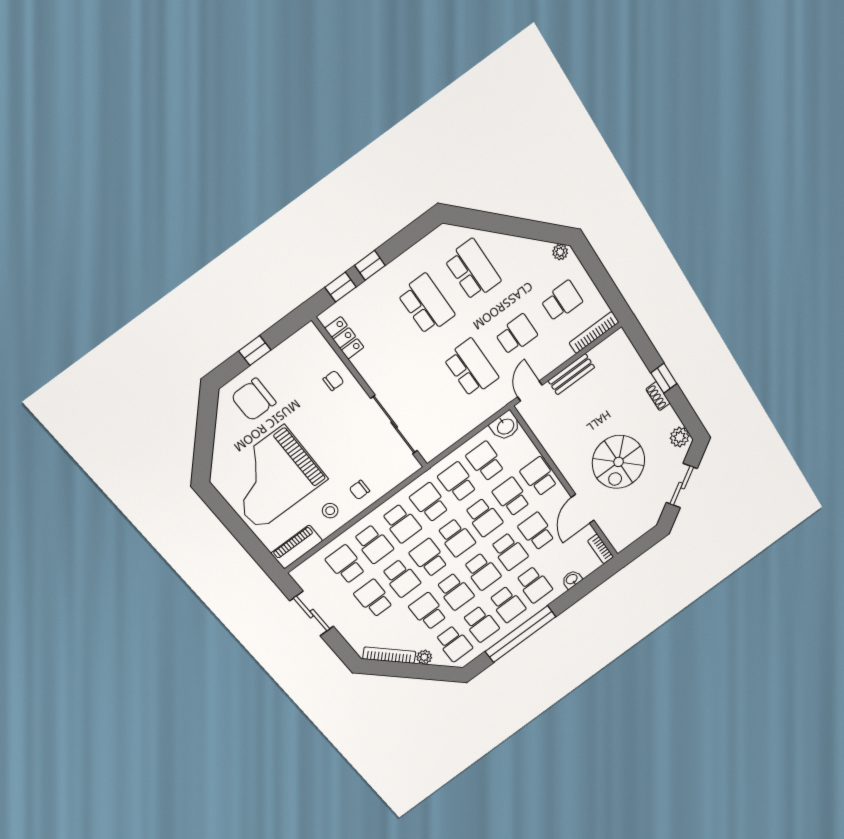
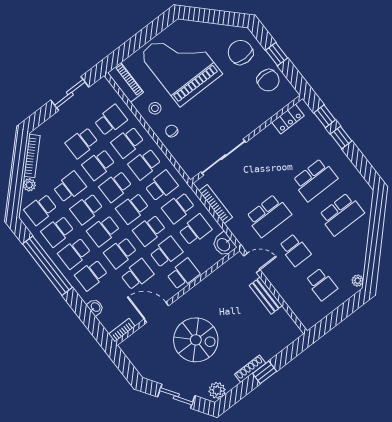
bookcase: (594, 332) -> (216, 204), moved
chair: (333, 381) -> (268, 80), moved, width x1.87, depth x1.87
shoe rack: (658, 396) -> (250, 369), width x1.43
spiral stairs: (619, 462) -> (196, 340), turned 180
school desk: (457, 482) -> (178, 208), turned 180
school desk: (429, 558) -> (116, 186), turned 180
school desk: (374, 598) -> (82, 143), turned 180

